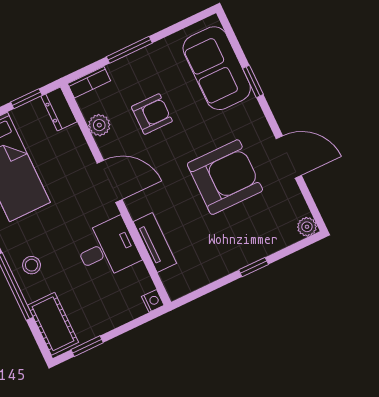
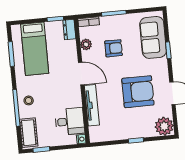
plant: (307, 227) -> (164, 126), width x1.87, depth x1.87
tv unit: (155, 243) -> (92, 105), width x1.41
desk: (107, 249) -> (70, 121), moved

